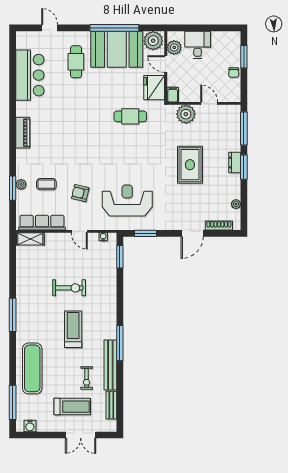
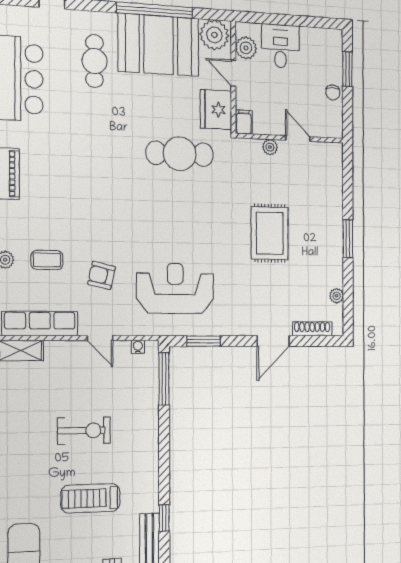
plant: (186, 114) -> (270, 147), width x0.53, depth x0.53
cafe table: (130, 116) -> (180, 154), width x1.37, depth x1.35
window: (244, 128) -> (348, 179), removed
dresser: (235, 163) -> (335, 231), removed
window: (120, 257) -> (164, 379), width x1.44
treadmill: (73, 329) -> (90, 498), turned -90
window: (120, 343) -> (164, 518), width x0.46

